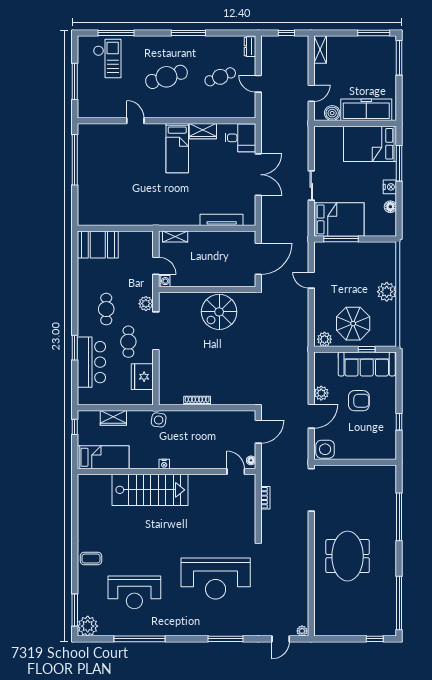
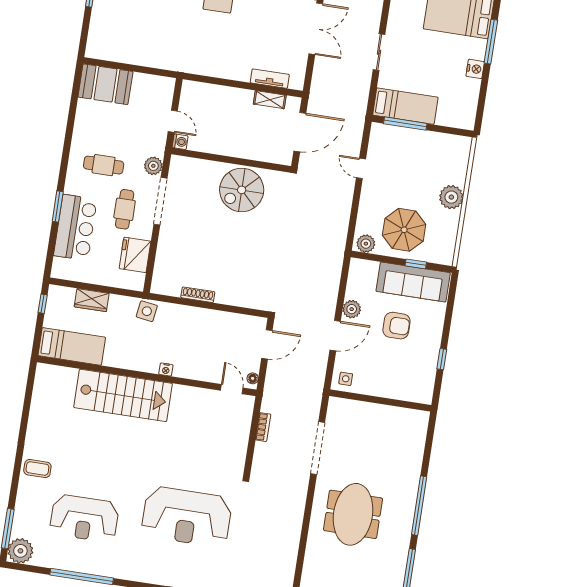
floor lamp: (390, 207) -> (472, 93), removed
bed: (339, 219) -> (405, 106), width x0.67
tv unit: (222, 220) -> (270, 79), width x0.71
shelving: (175, 237) -> (270, 100), moved
cafe table: (106, 309) -> (104, 165), turned 90
side table: (325, 449) -> (346, 379), width x0.54, depth x0.54
nightstand: (164, 464) -> (166, 370), moved
doorway: (311, 490) -> (318, 448), moved
window: (399, 517) -> (419, 506), moved

